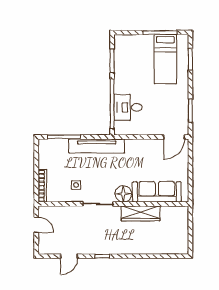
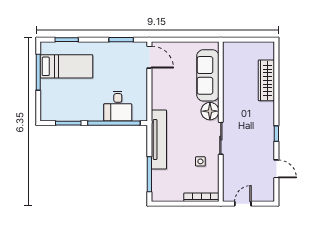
wardrobe: (141, 213) -> (266, 80), moved, turned 180

